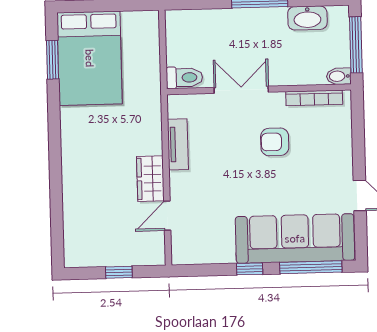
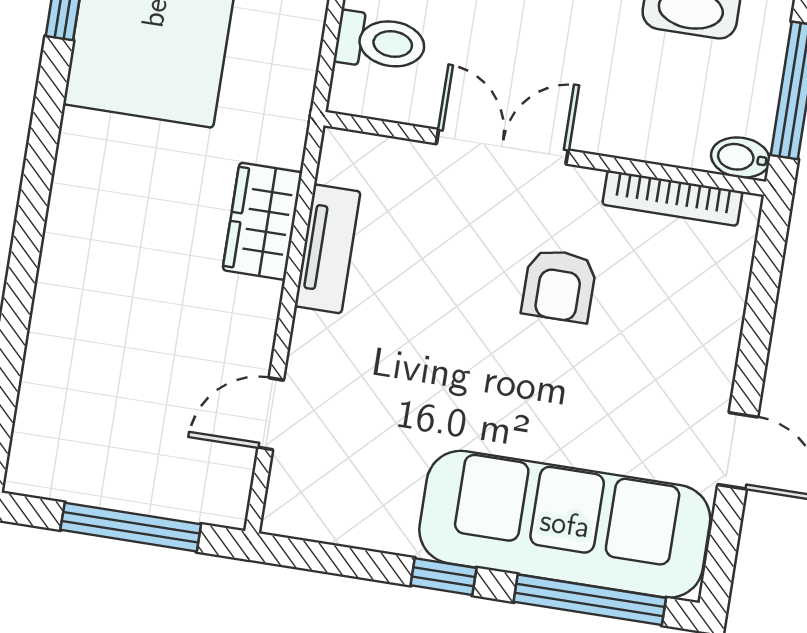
toilet: (184, 78) -> (381, 42), moved
armchair: (275, 142) -> (559, 286), turned -90
wardrobe: (150, 179) -> (262, 221), moved
window: (119, 272) -> (131, 527), width x2.17

